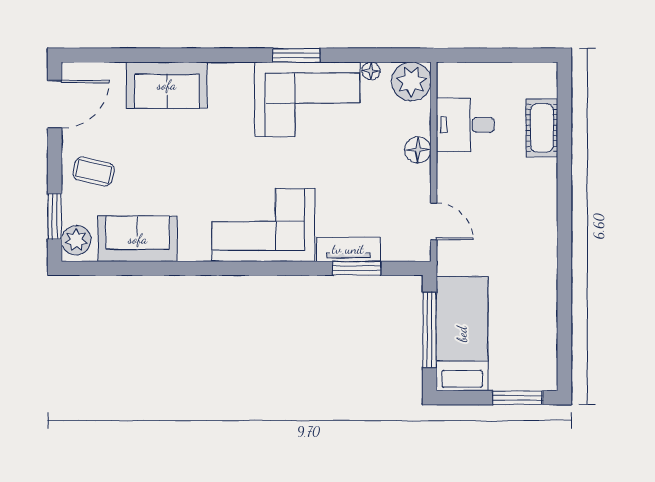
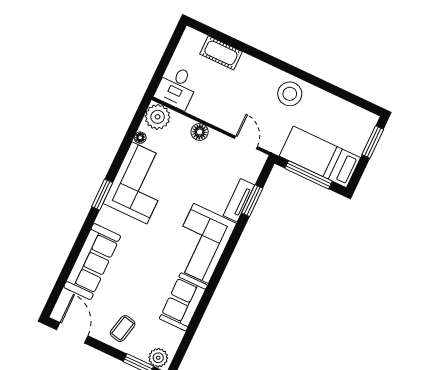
window: (296, 55) -> (102, 195), moved
sofa: (167, 85) -> (92, 262), width x1.36
desk: (465, 125) -> (177, 87), moved
door: (434, 222) -> (246, 143), hinge flipped
sofa: (138, 239) -> (183, 302), moved
stool: (530, 251) -> (290, 94), added

